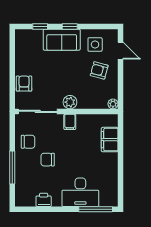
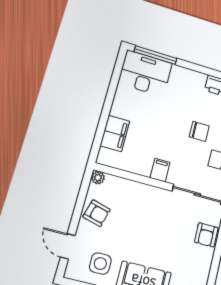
armchair: (99, 70) -> (97, 213), moved
plant: (70, 102) -> (153, 195), removed
desk: (80, 192) -> (145, 73), moved

